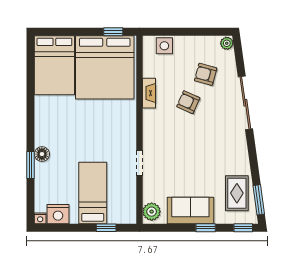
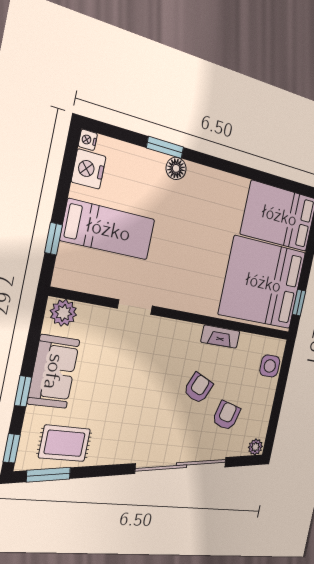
sliding door: (245, 103) -> (182, 465), width x1.36

